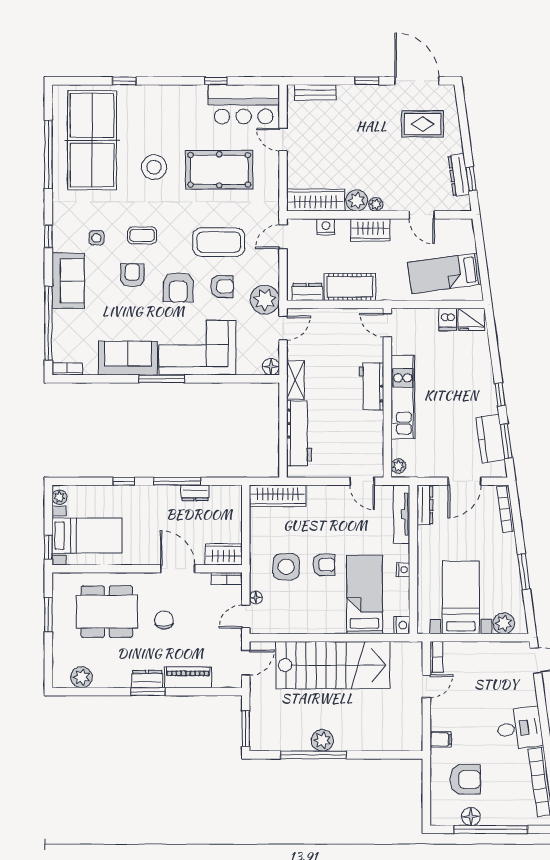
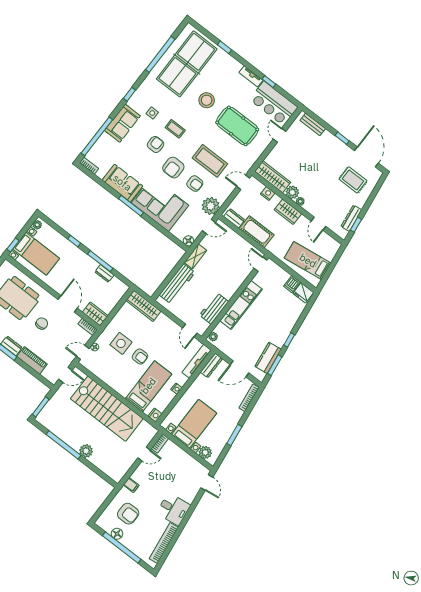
tv unit: (187, 92) -> (251, 76), added
workbench: (371, 386) -> (214, 308), moved
plant: (322, 740) -> (86, 451), moved

